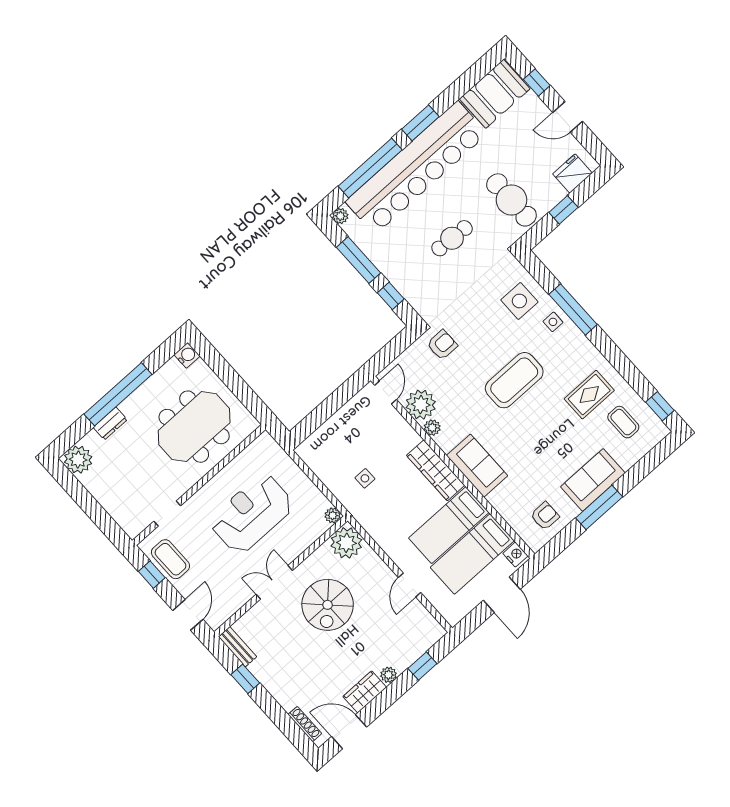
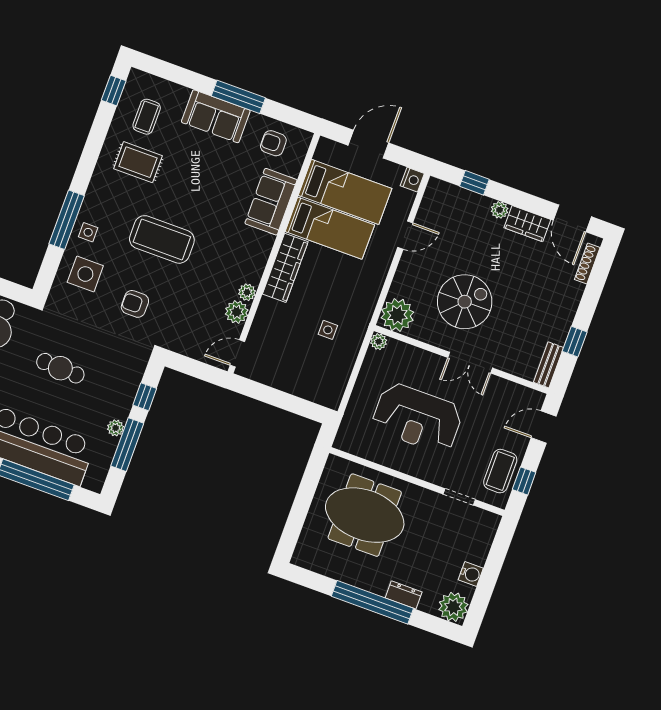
plant: (340, 216) -> (116, 428), moved
armchair: (442, 345) -> (135, 304), moved
water cooler: (187, 355) -> (471, 574), moved, turned 180
plant: (421, 405) -> (237, 312), width x0.73, depth x0.73
sofa: (477, 466) -> (271, 202), moved
nightstand: (515, 555) -> (412, 180), moved, turned 180

